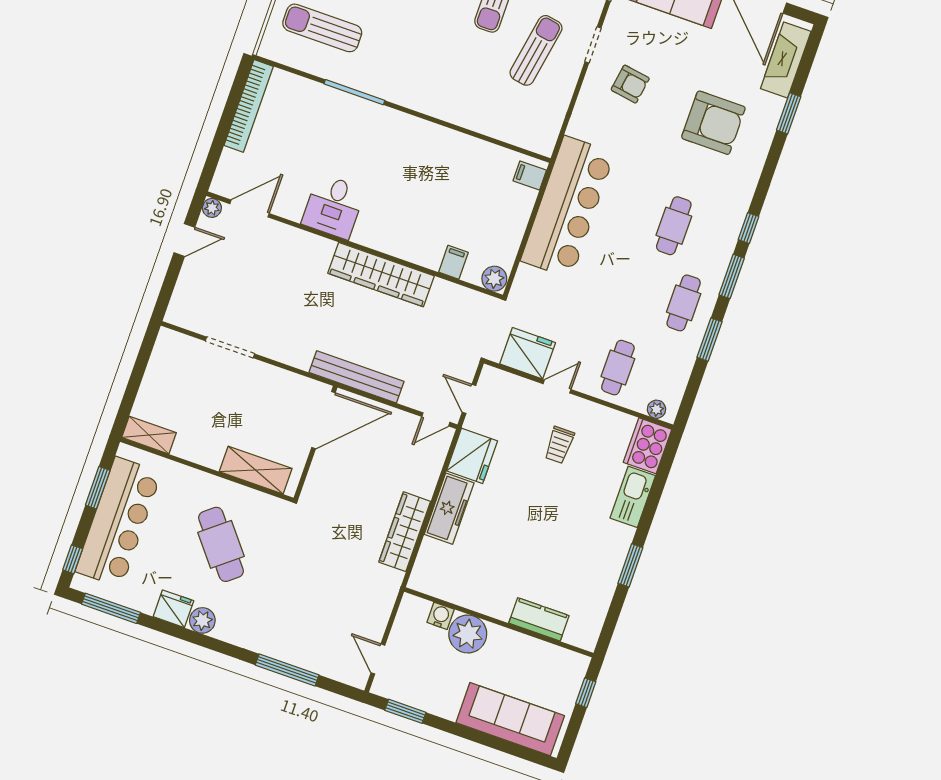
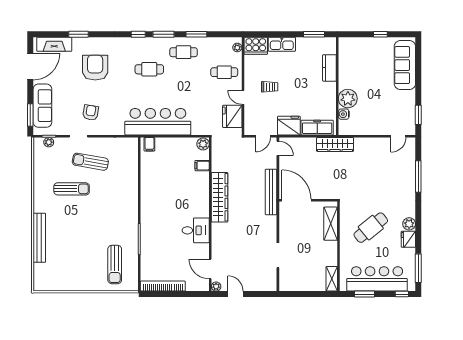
water cooler: (441, 616) -> (344, 114), moved
kitchen counter: (539, 619) -> (329, 68), moved
wall: (499, 622) -> (337, 86), moved
plant: (468, 634) -> (348, 99), moved

